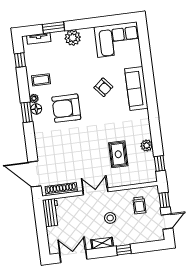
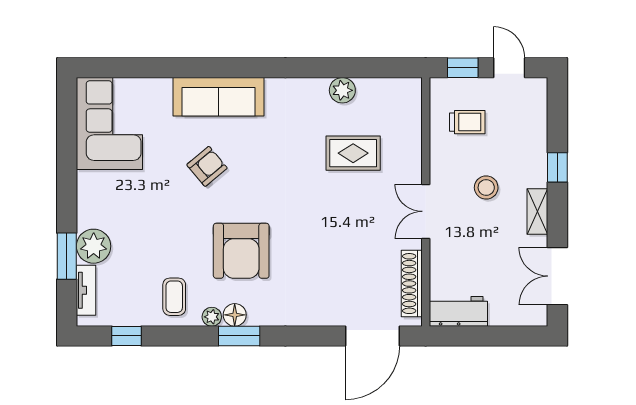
plant: (73, 38) -> (94, 246), moved
window: (160, 163) -> (384, 68), removed

